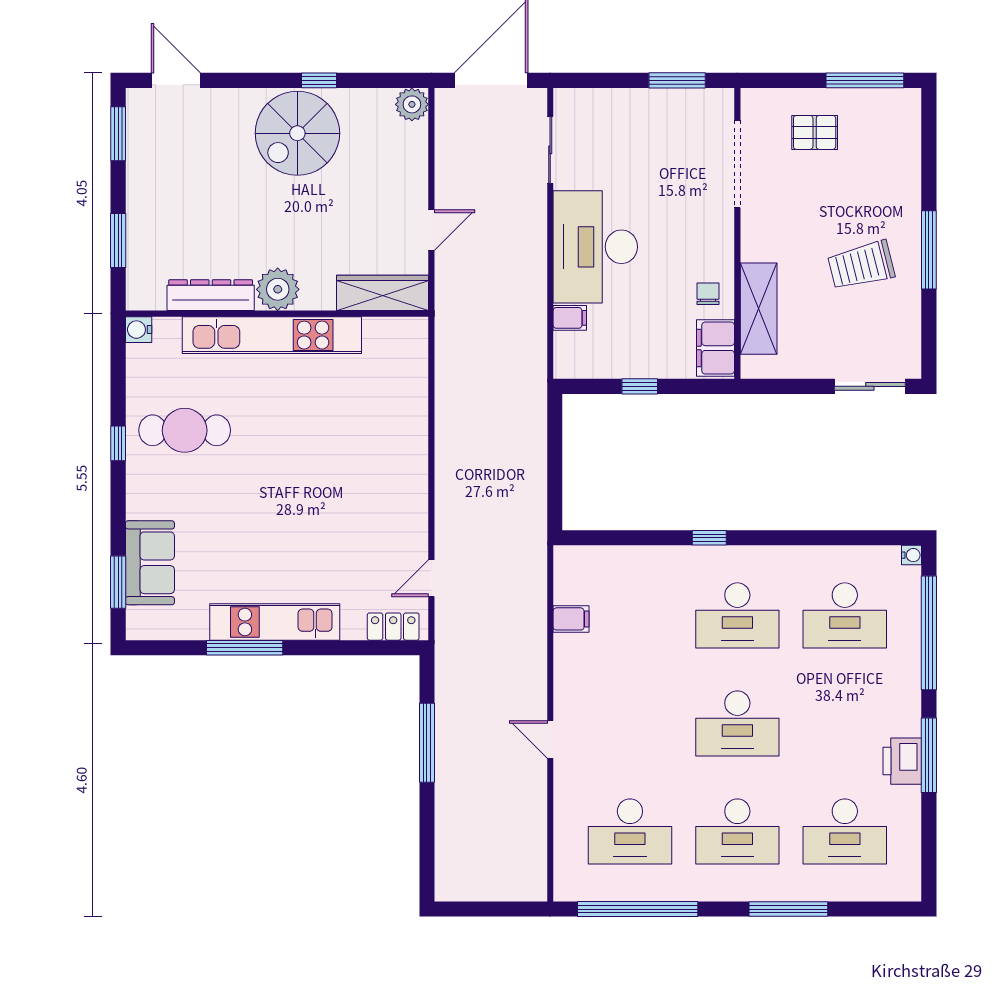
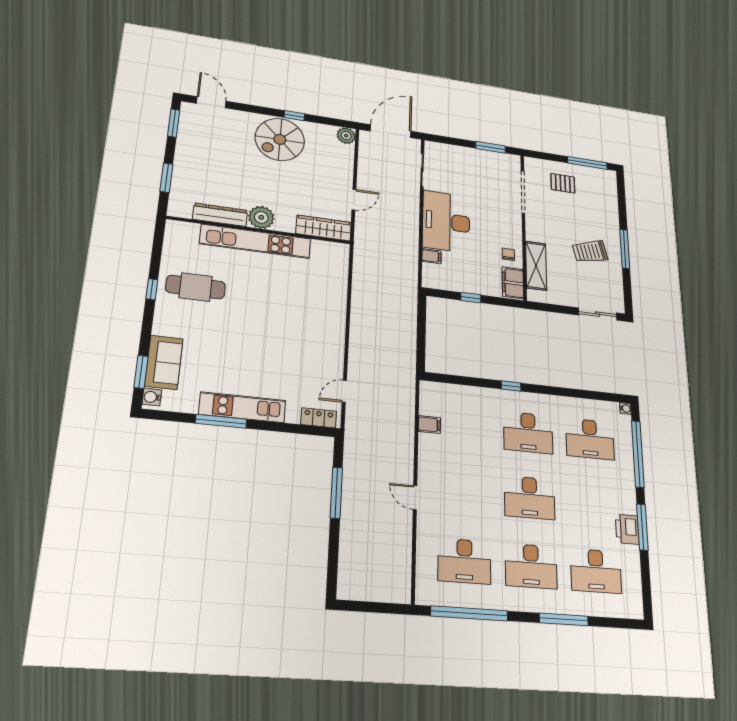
water cooler: (139, 330) -> (152, 397), moved

